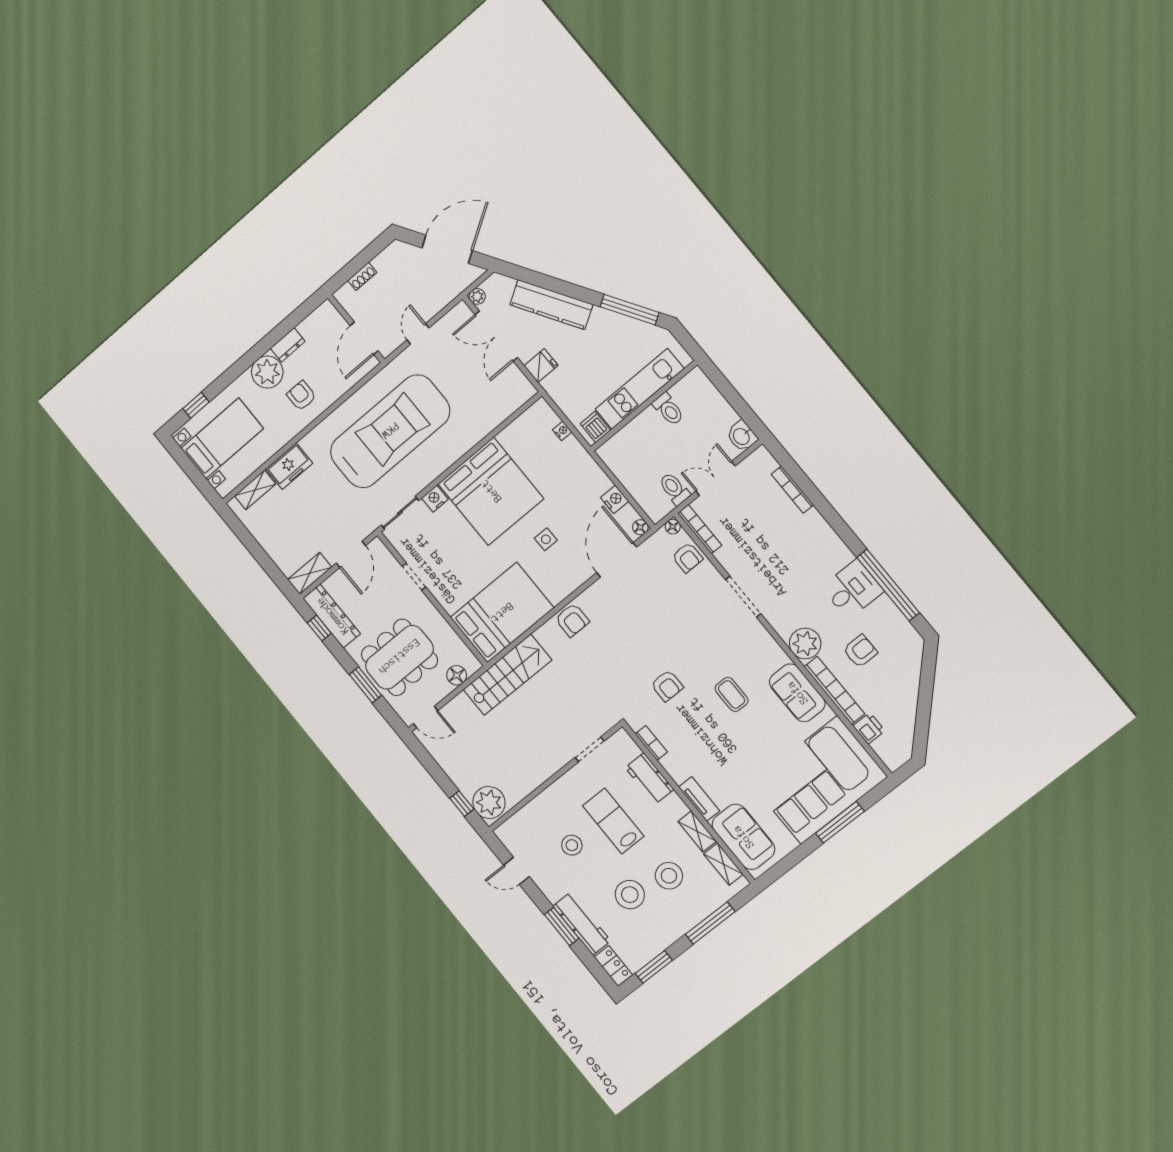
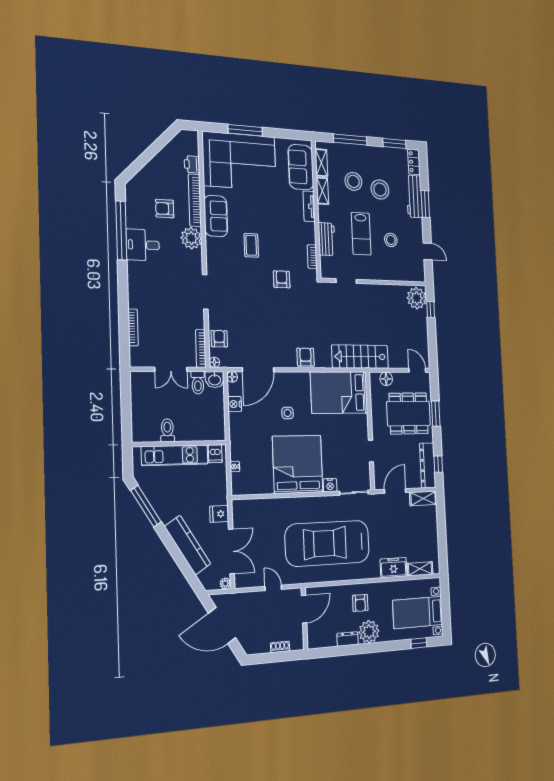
door: (418, 334) -> (273, 588), swing flipped
washbasin: (742, 436) -> (215, 379), moved, turned 90

